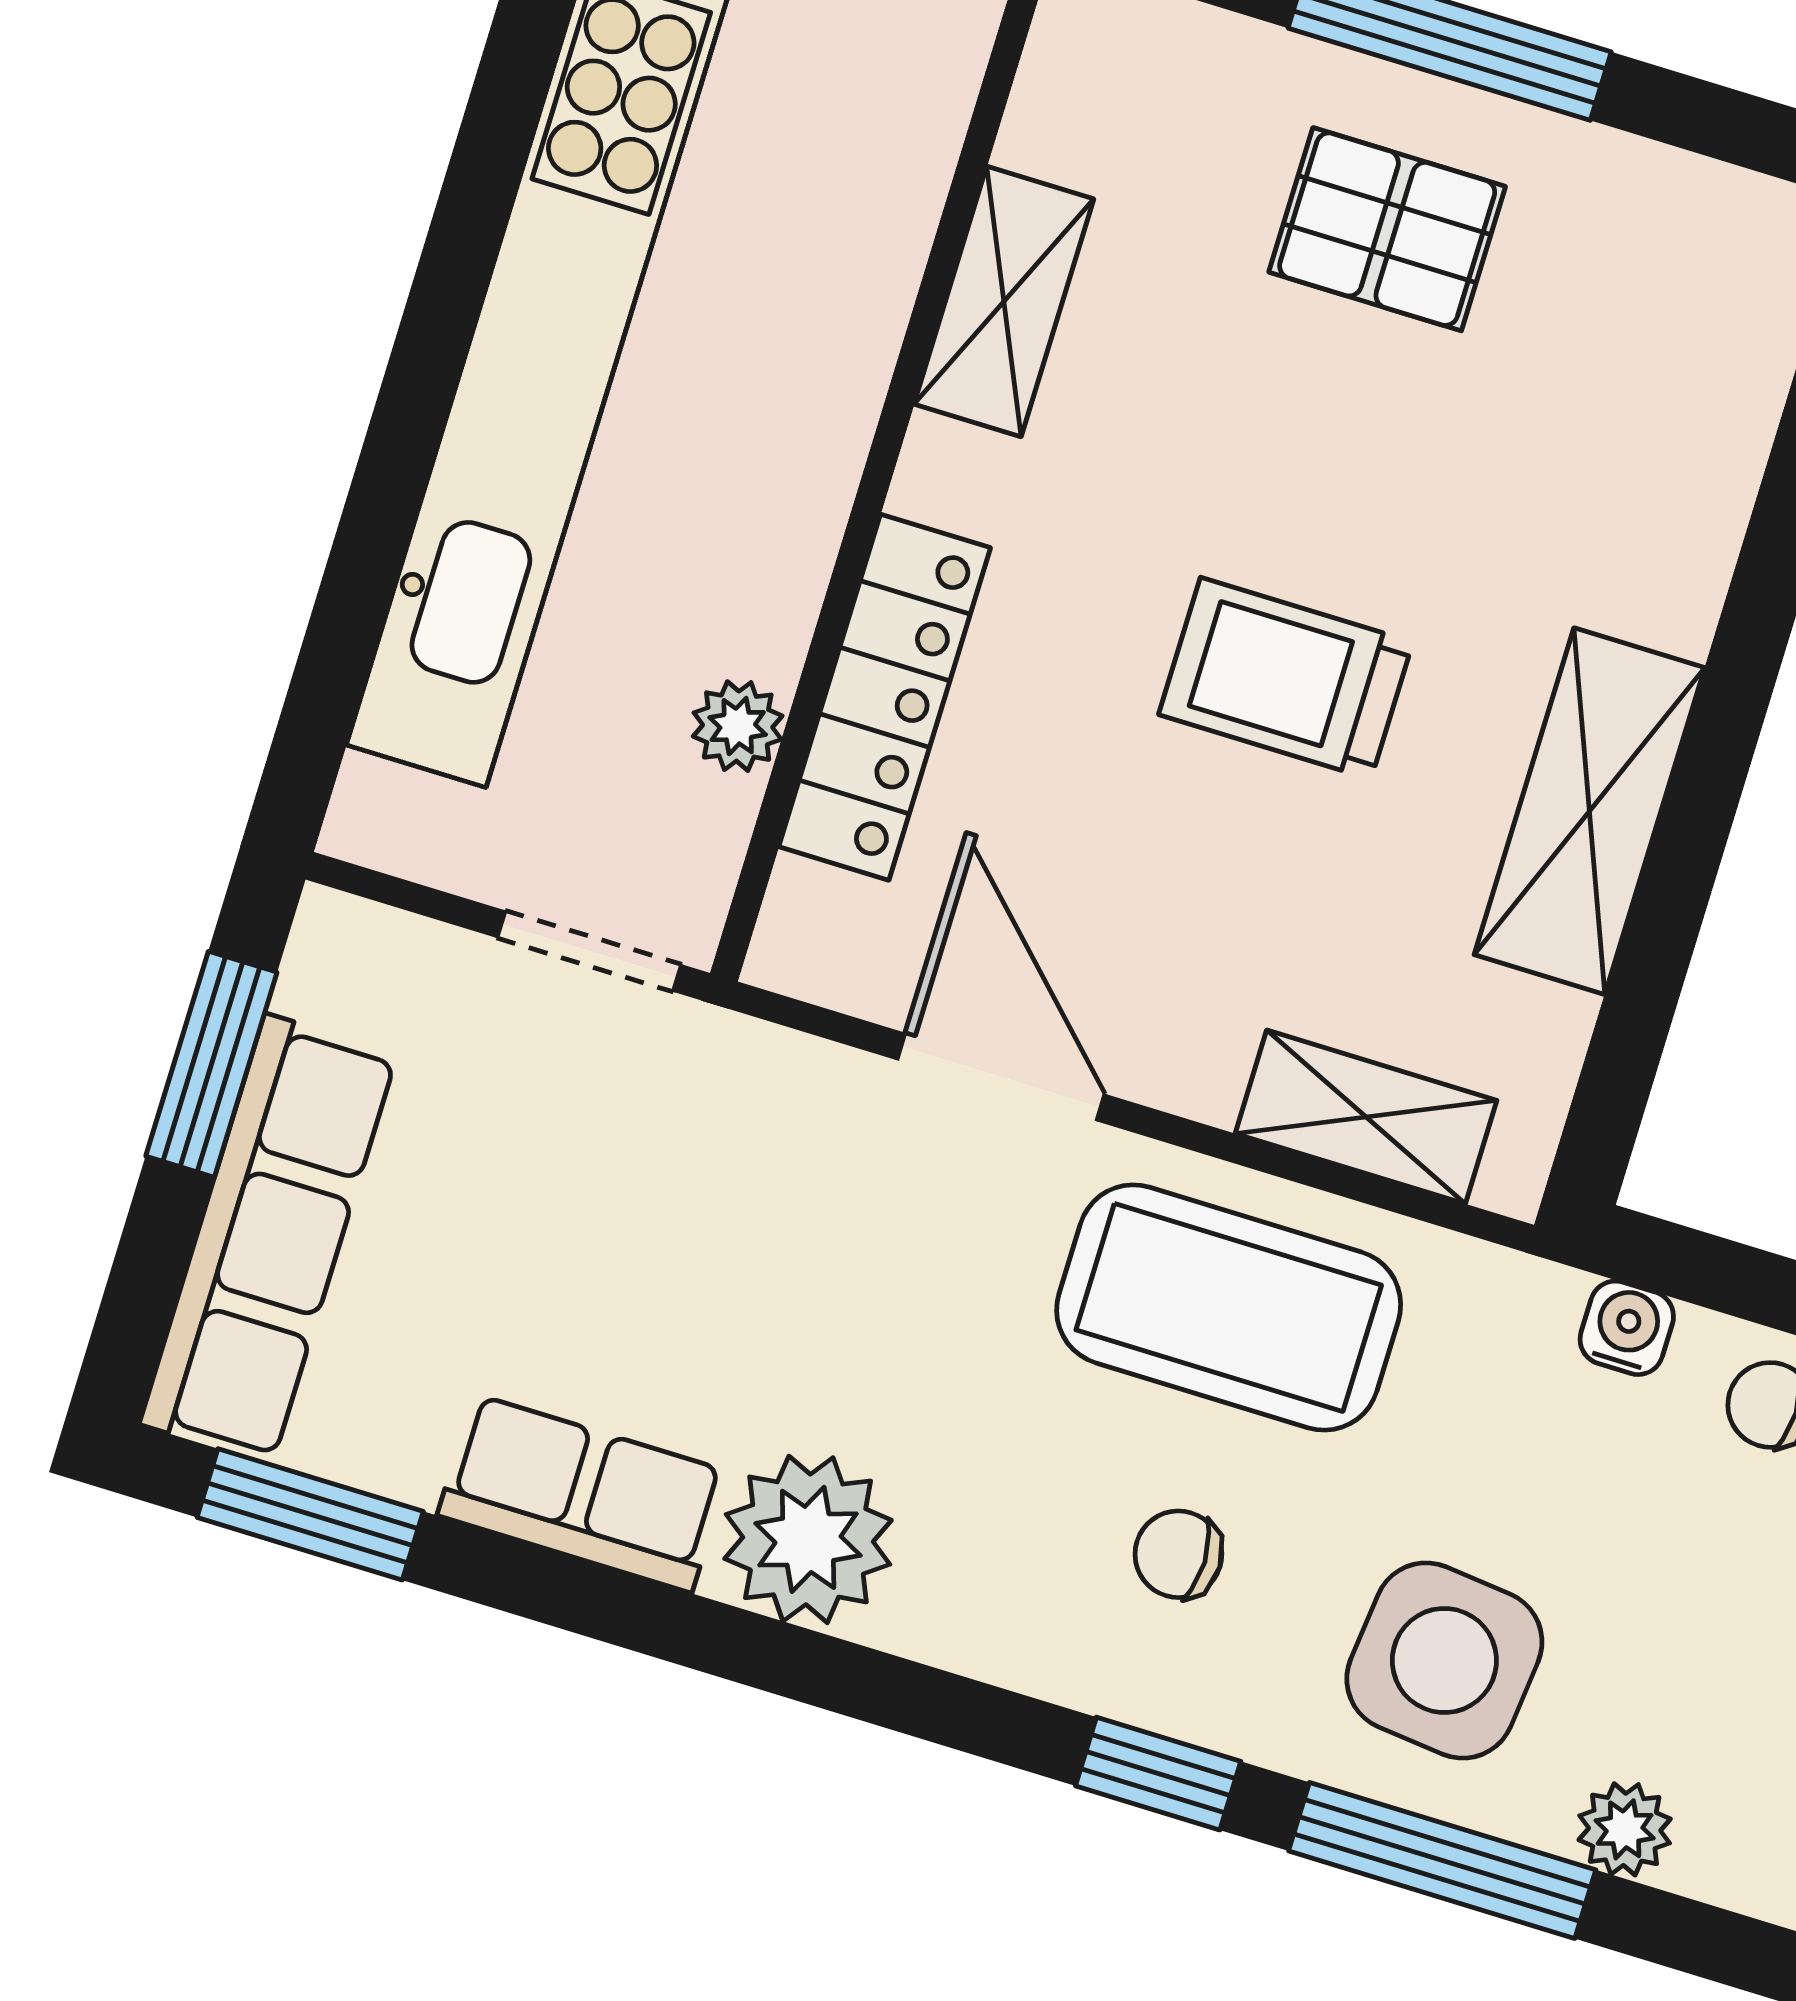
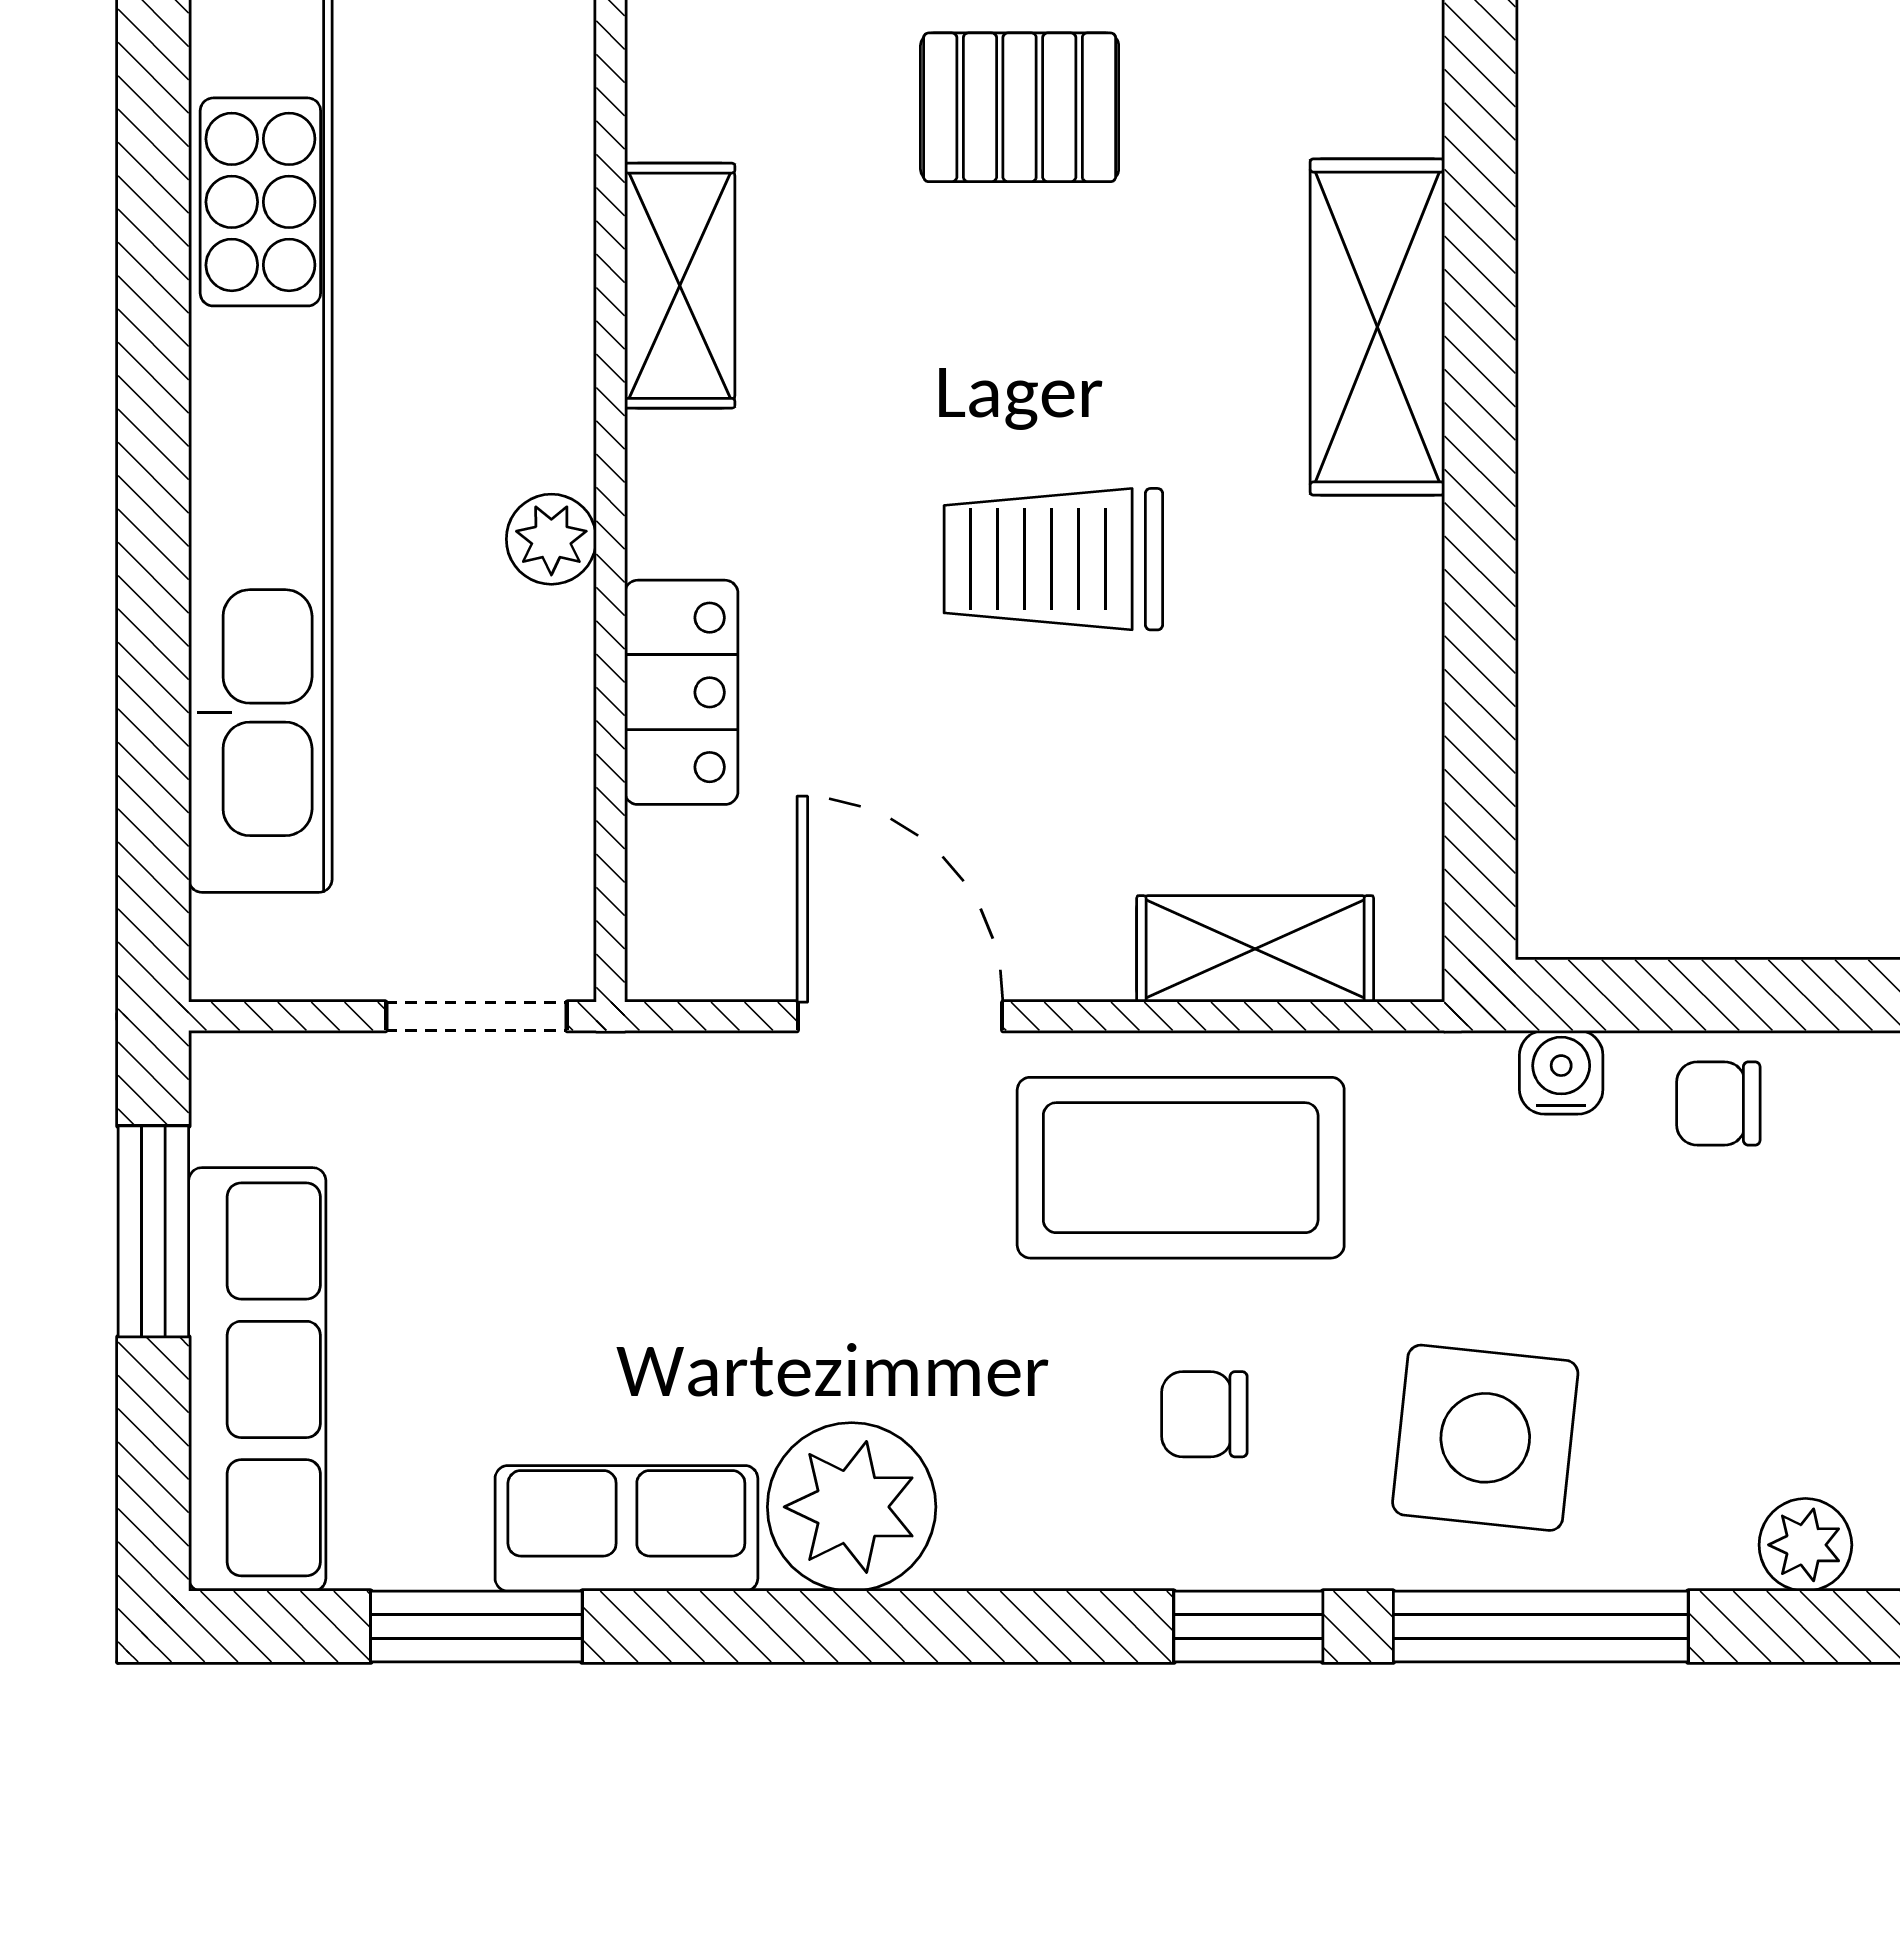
locker: (885, 697) -> (681, 692), width x0.66
plant: (738, 726) -> (551, 539), moved
shelving: (1589, 811) -> (1377, 327), moved
window: (310, 1514) -> (476, 1627), moved
plant: (1625, 1829) -> (1805, 1545), moved

